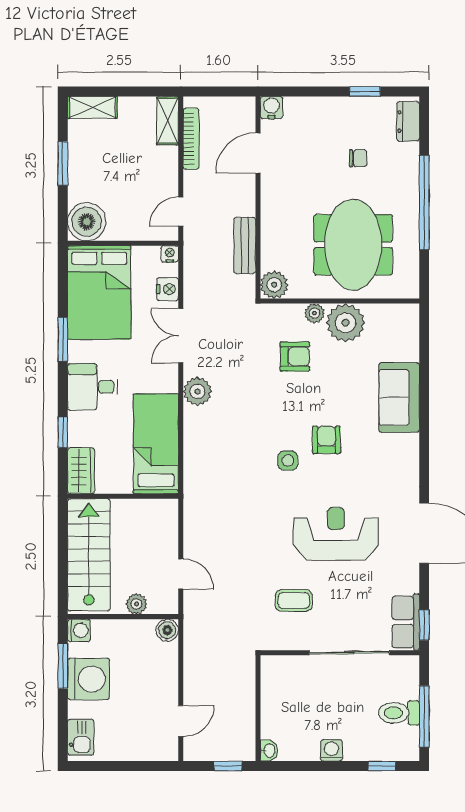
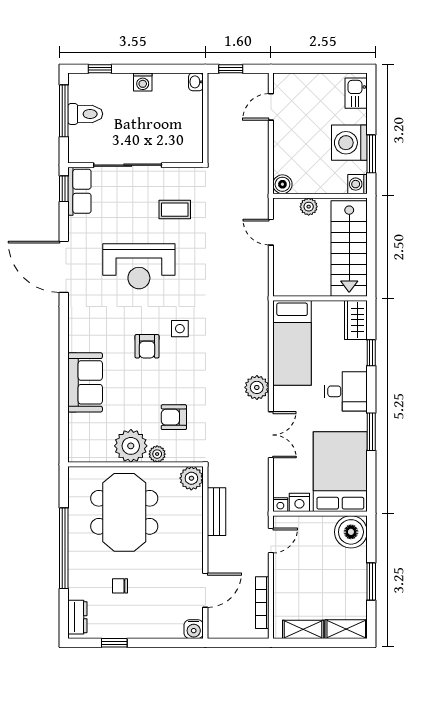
shelving: (168, 121) -> (303, 629), moved, turned 90
nightstand: (168, 289) -> (299, 502), moved, turned -90

